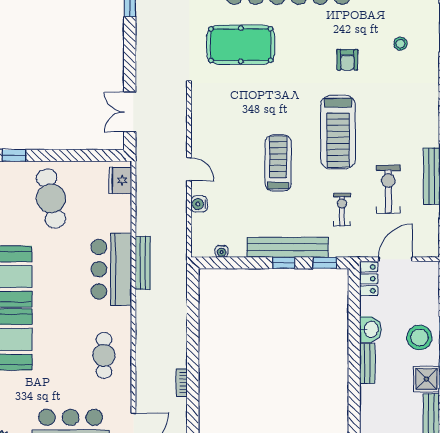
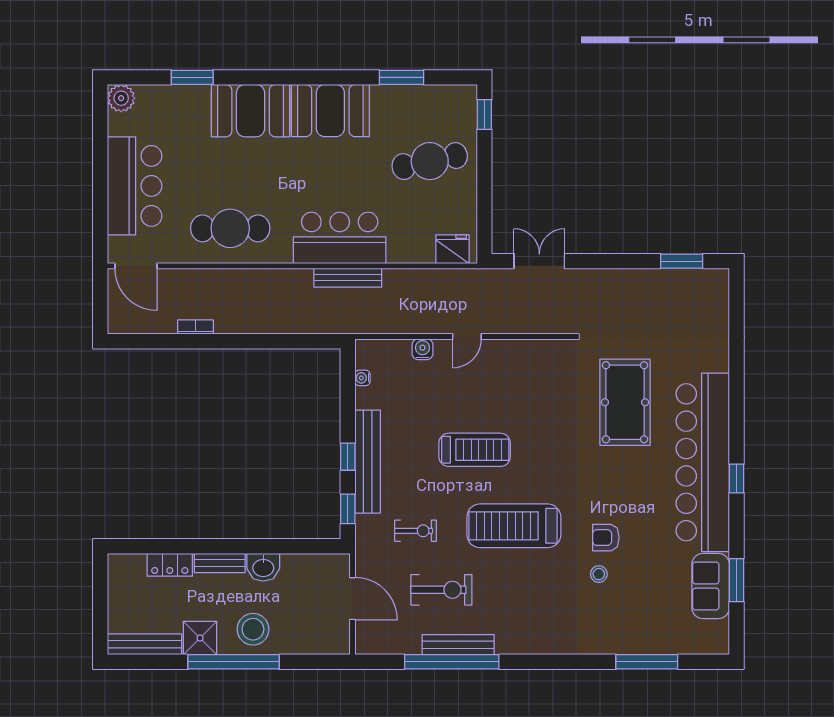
stool: (400, 44) -> (599, 574), moved
locker: (369, 279) -> (170, 565), moved
cafe table: (104, 355) -> (230, 228), width x1.37, depth x1.35

